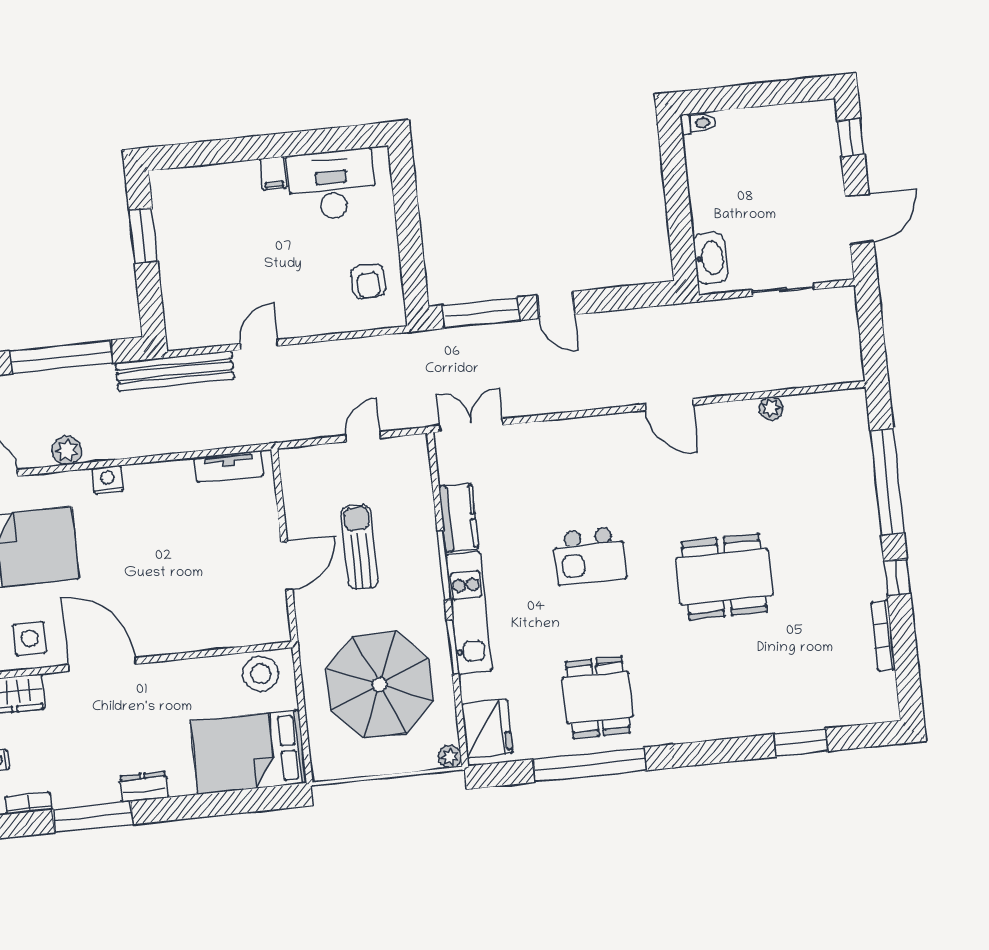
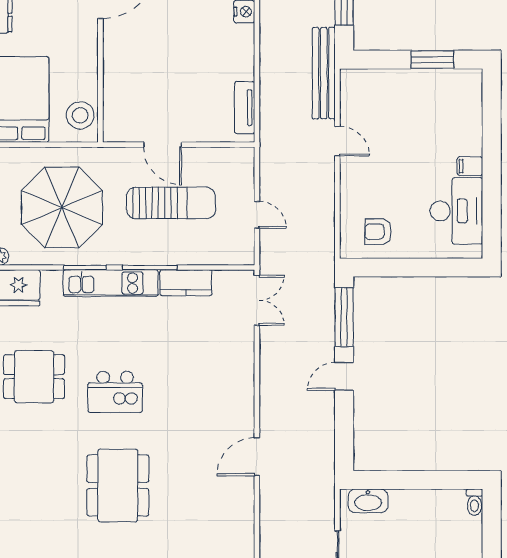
plant: (771, 408) -> (246, 536), removed
sun lounger: (359, 547) -> (171, 203), width x1.36, depth x1.34
kitchen island: (590, 556) -> (115, 392), moved, turned -90

